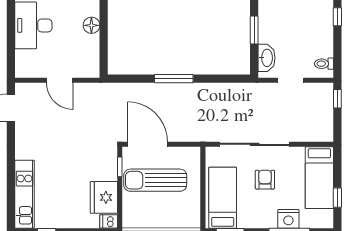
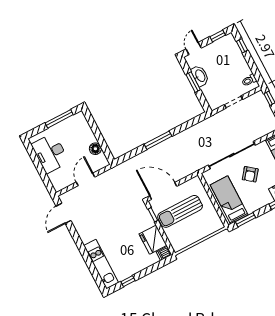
floor lamp: (91, 25) -> (95, 149), moved
washbasin: (267, 58) -> (200, 76), moved
door: (60, 80) -> (85, 179), swing flipped
armchair: (265, 180) -> (250, 174), turned -142

